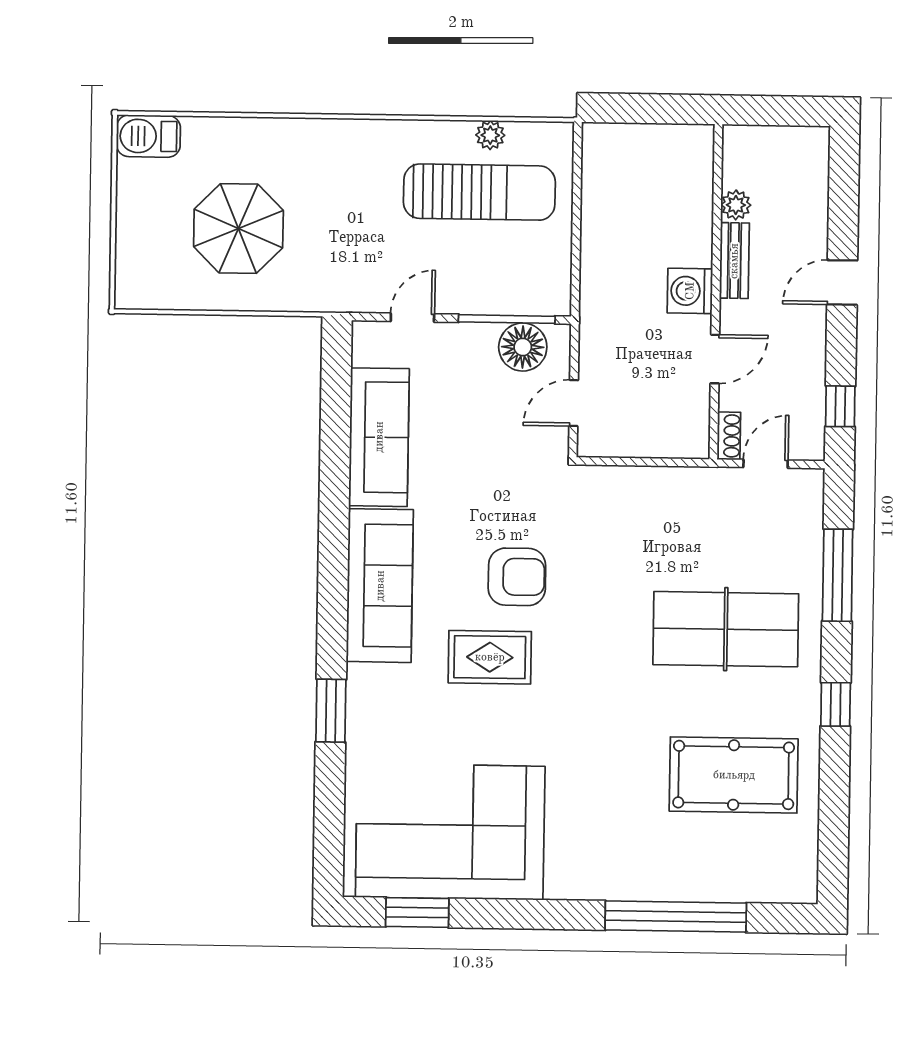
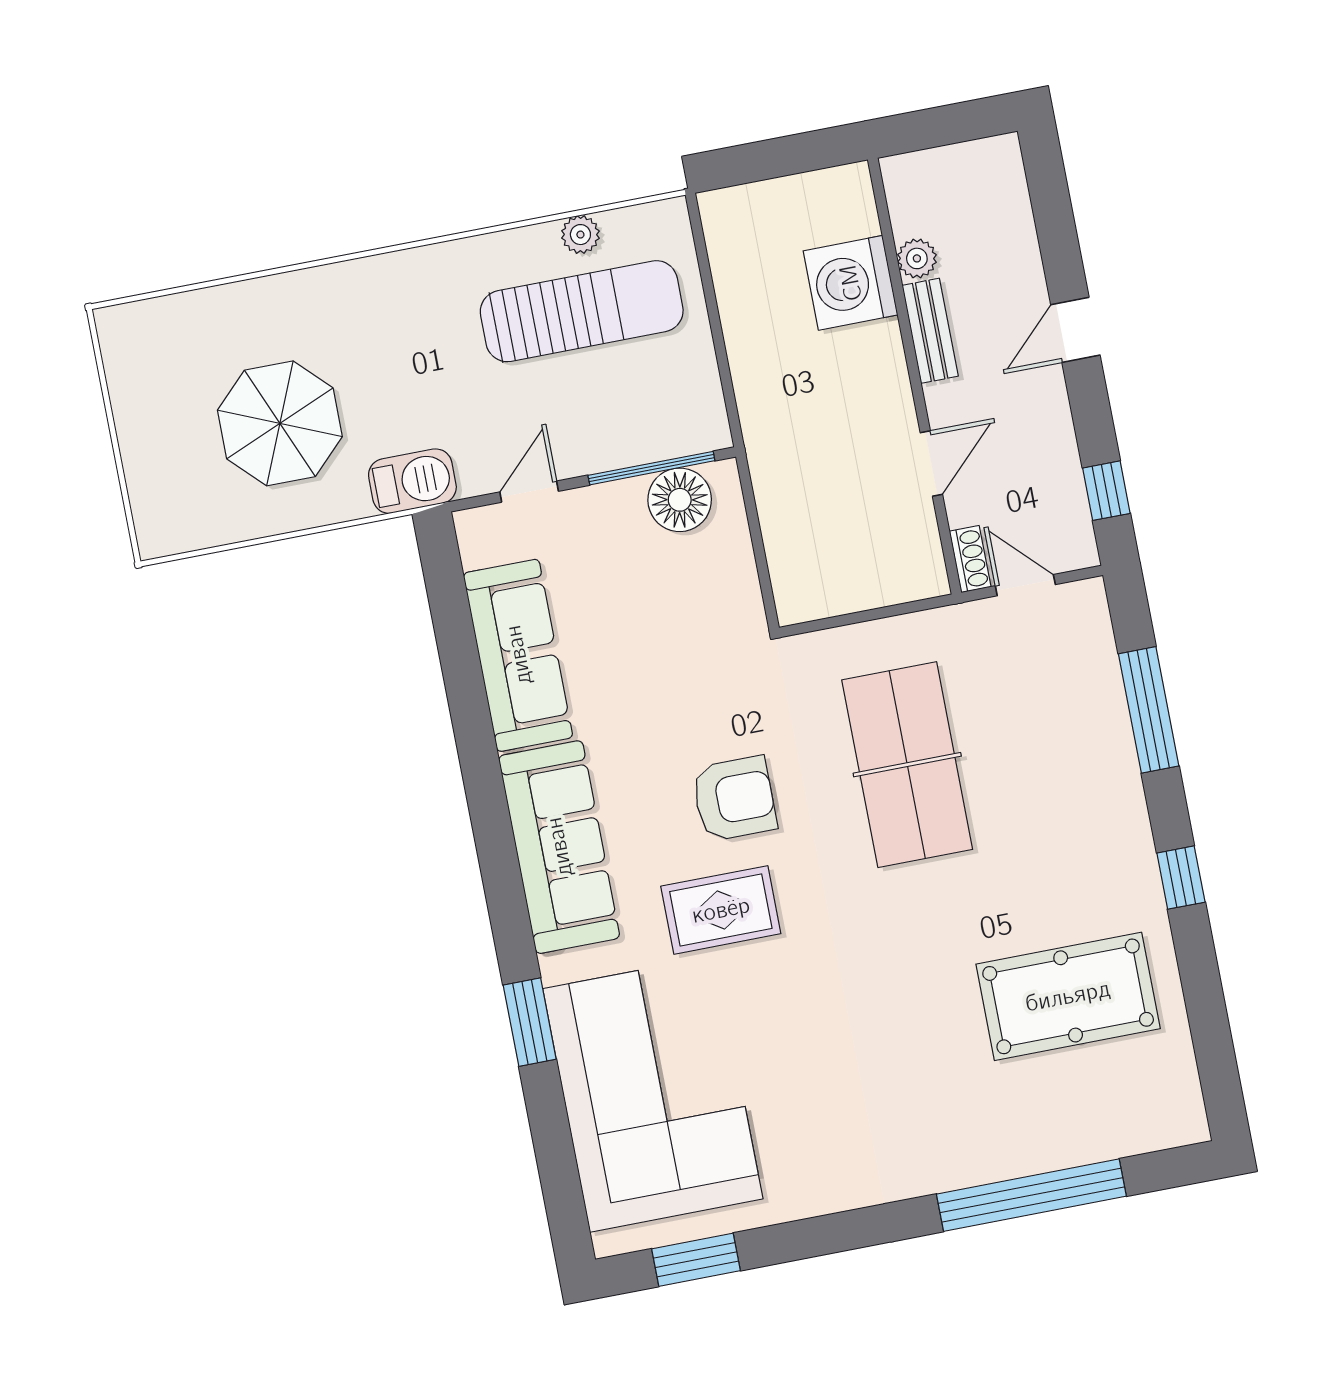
barbecue: (148, 136) -> (412, 481), moved, turned 180
washing machine: (690, 291) -> (851, 283), moved, width x1.37, depth x1.37
door: (574, 403) -> (761, 558), removed
door: (766, 464) -> (1025, 585), hinge flipped
table tennis table: (726, 629) -> (907, 765), moved, turned 90
corner sofa: (450, 832) -> (653, 1094), moved, turned 90

